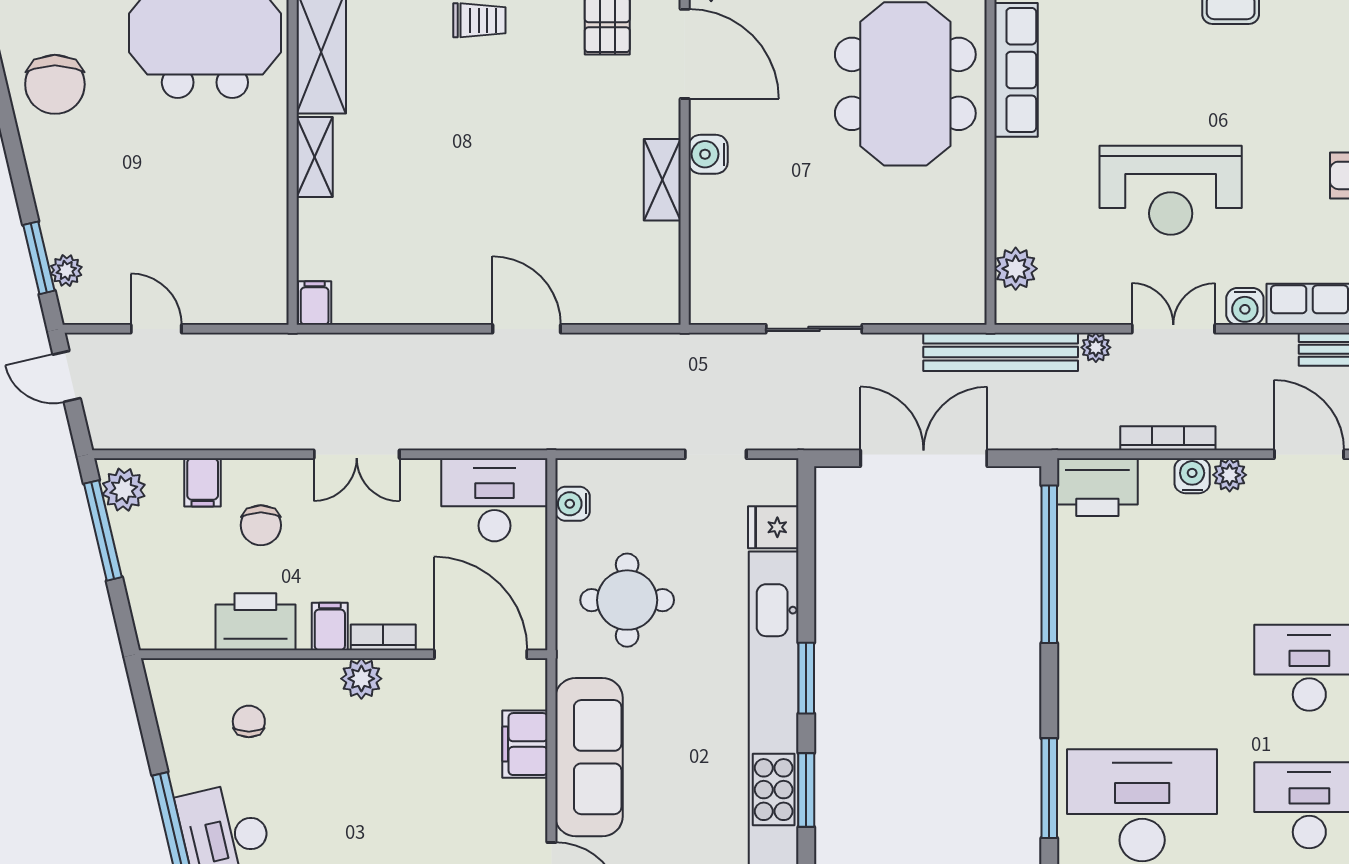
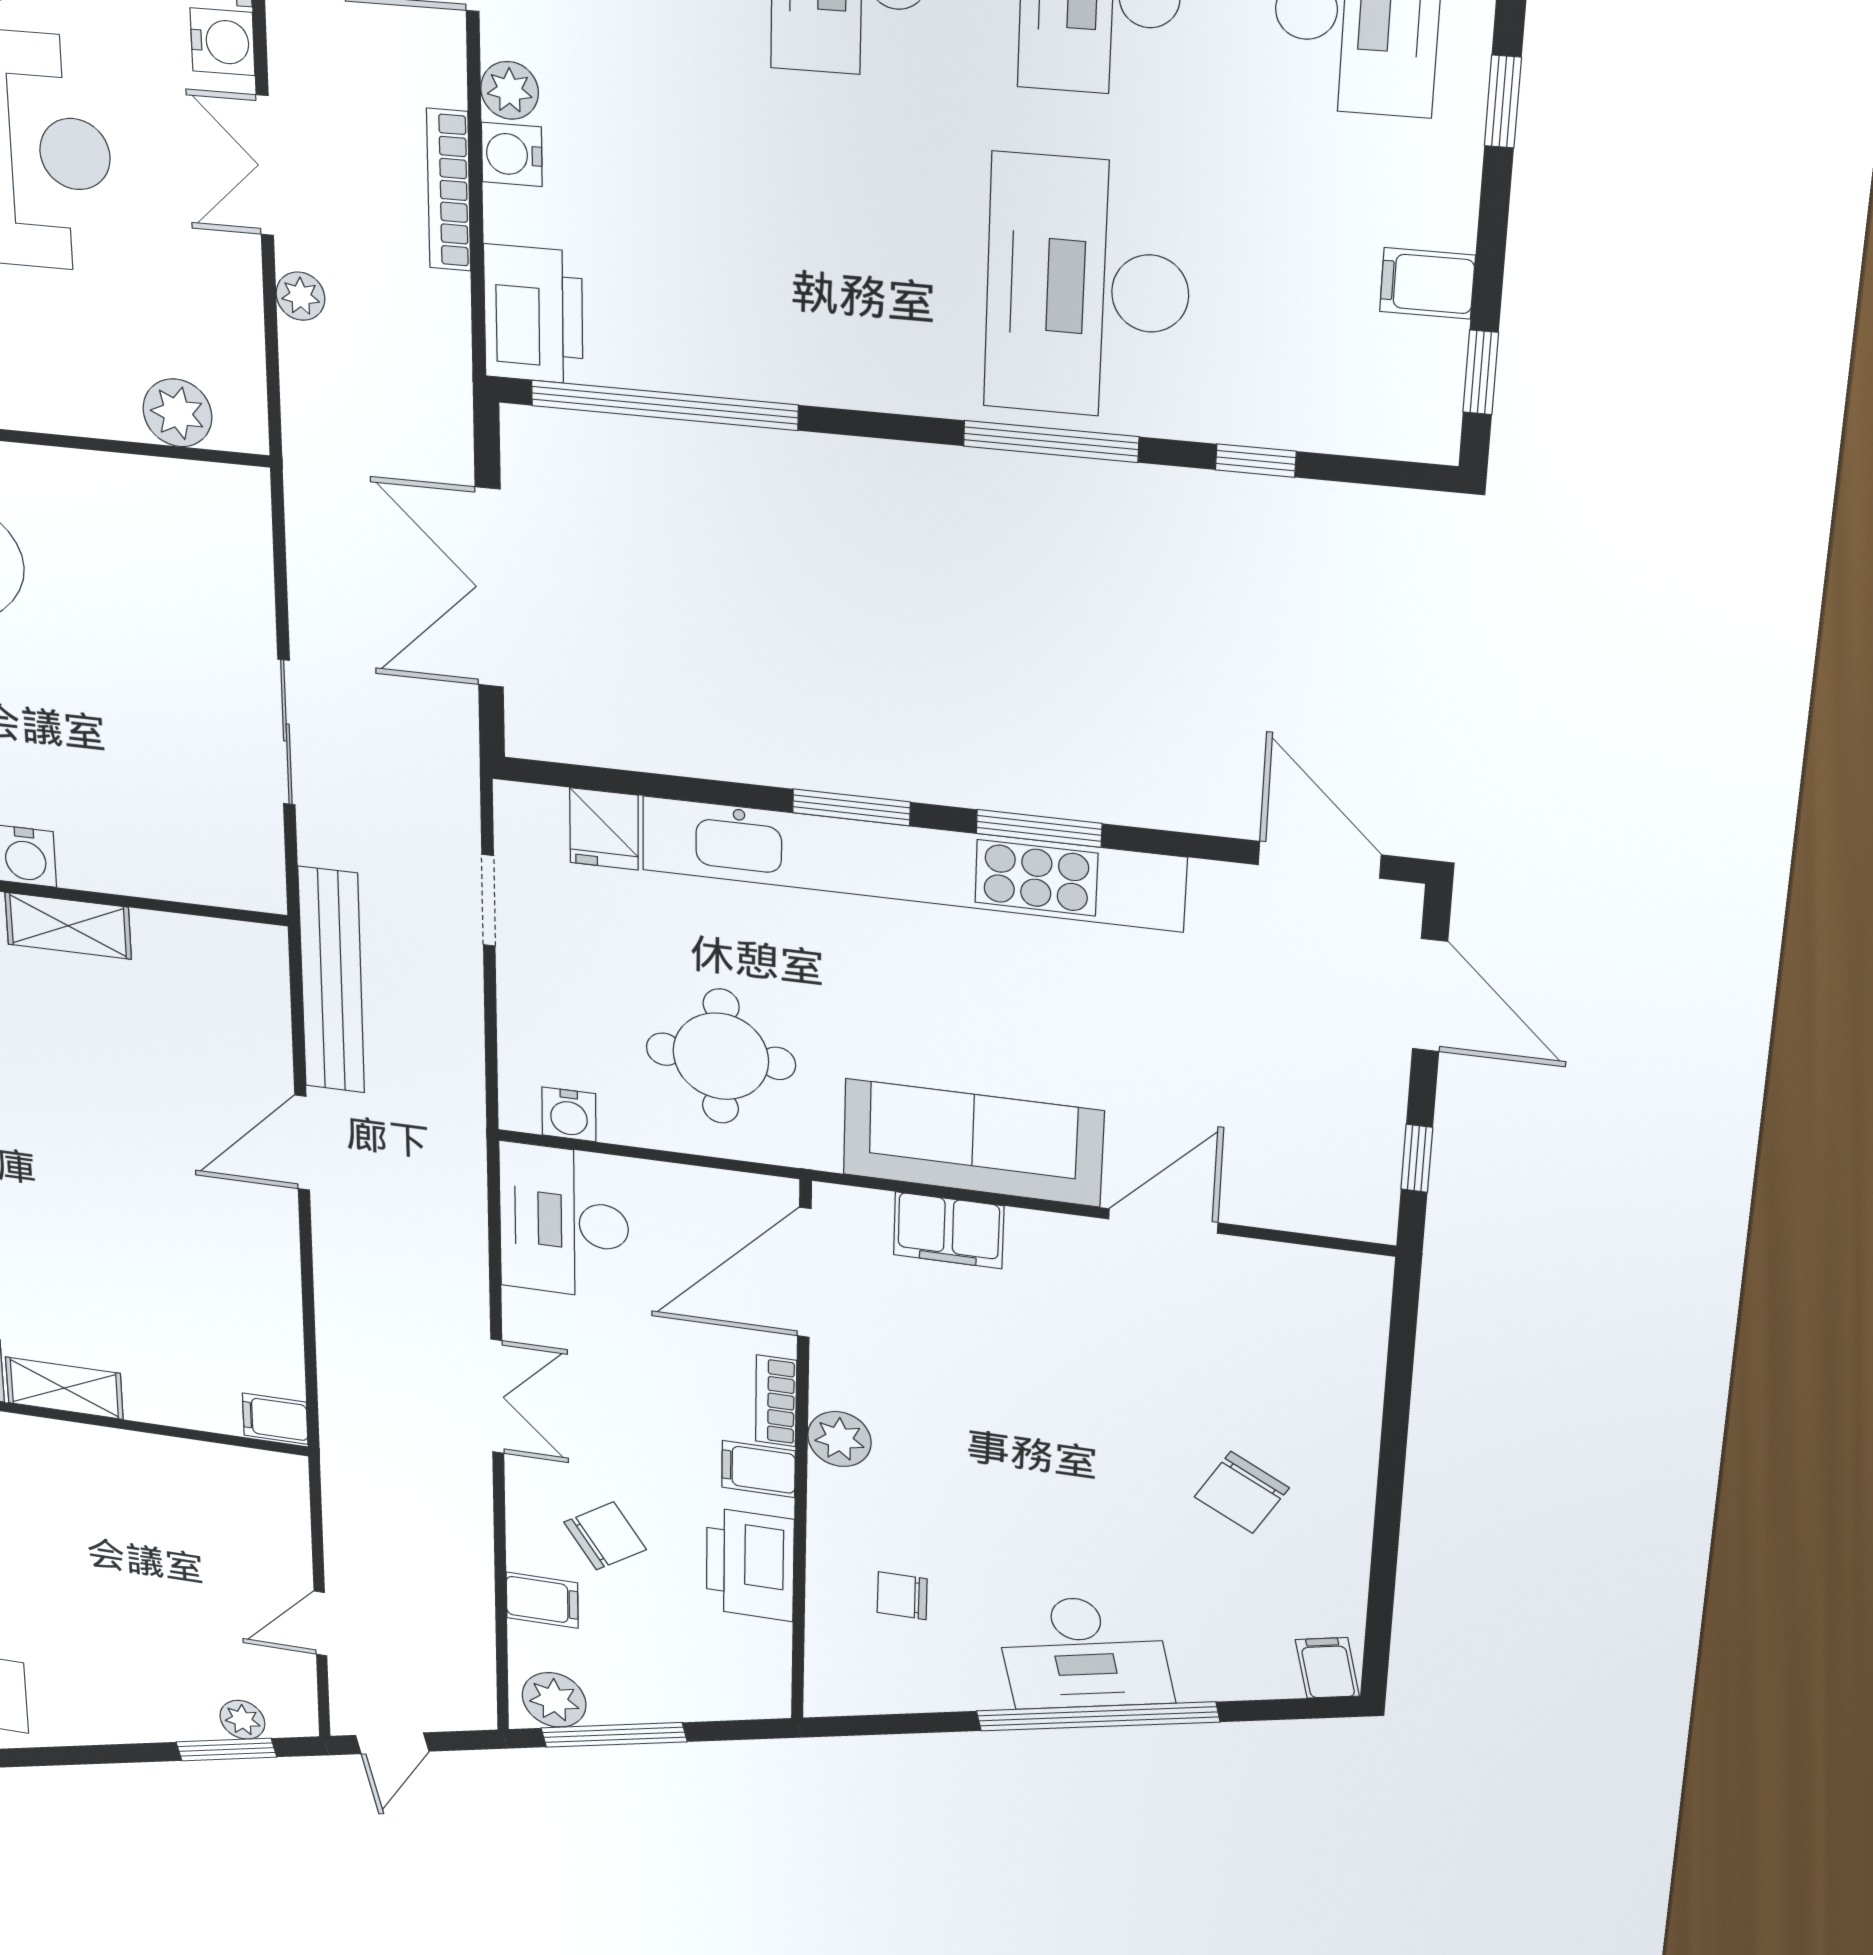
bench: (1001, 352) -> (331, 980), moved
chair: (261, 525) -> (605, 1536), turned -33

